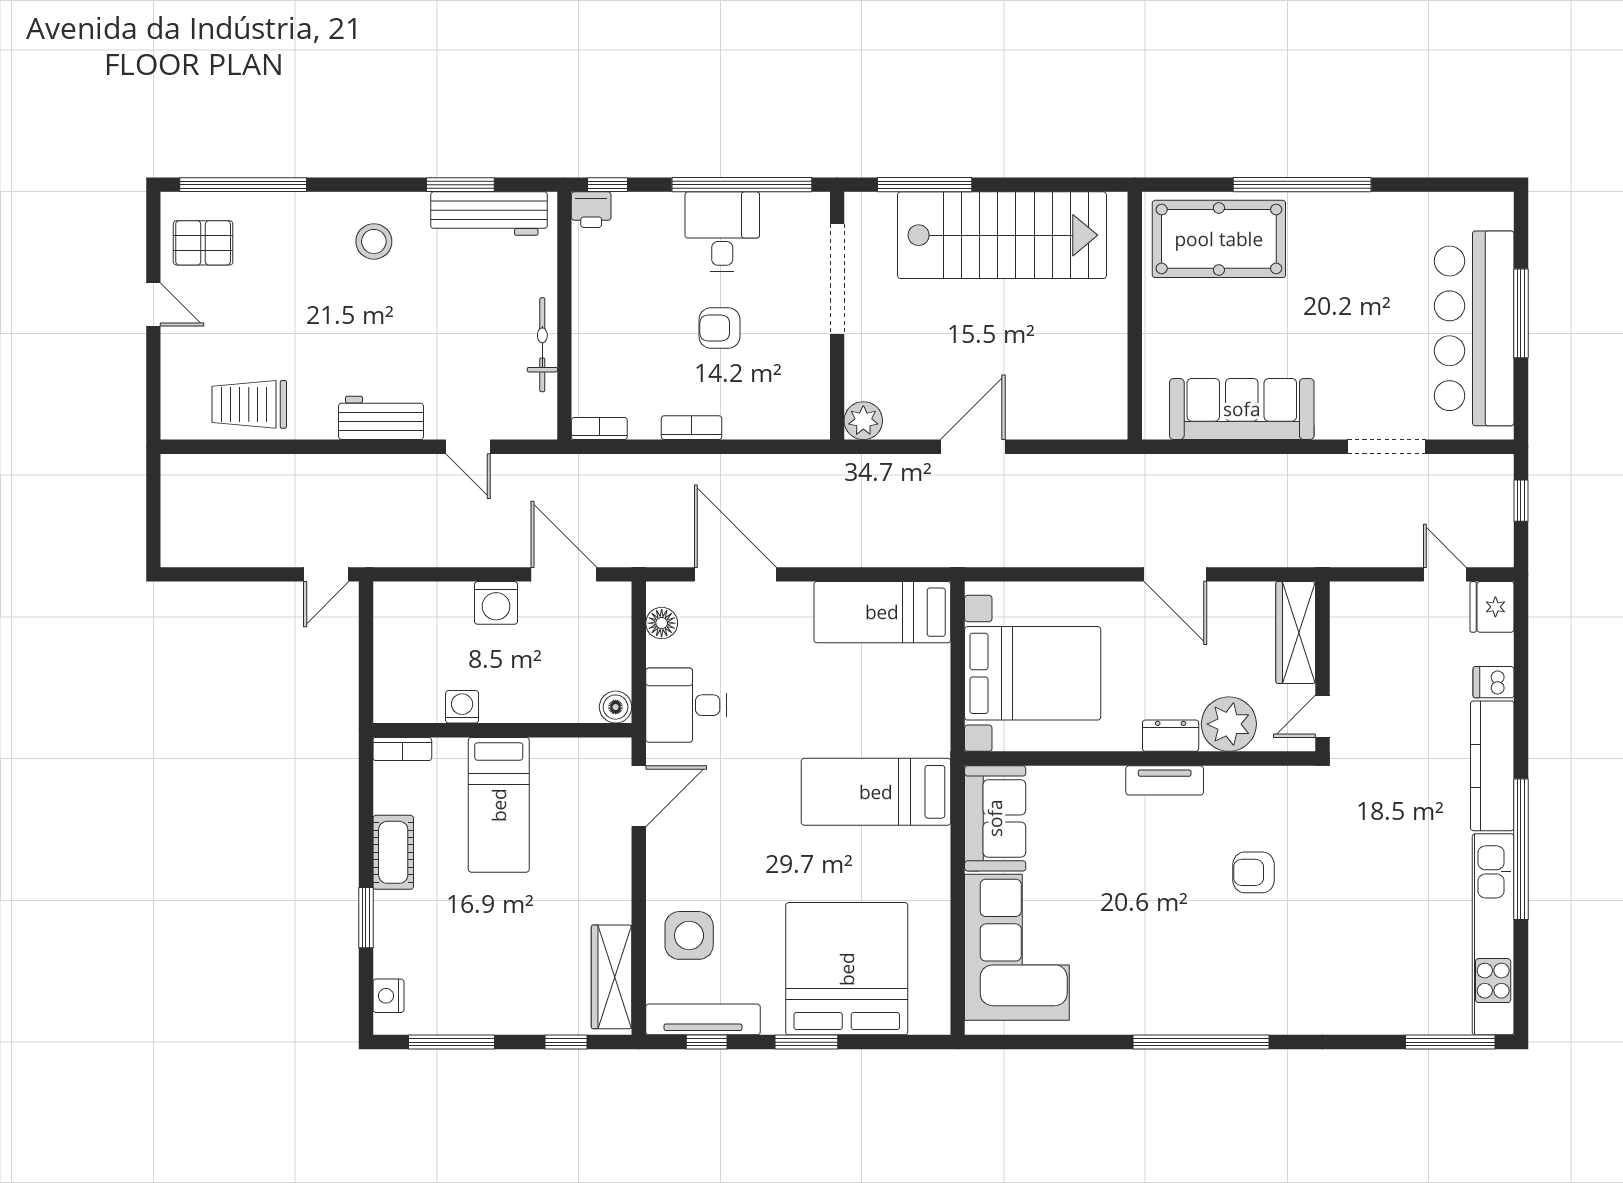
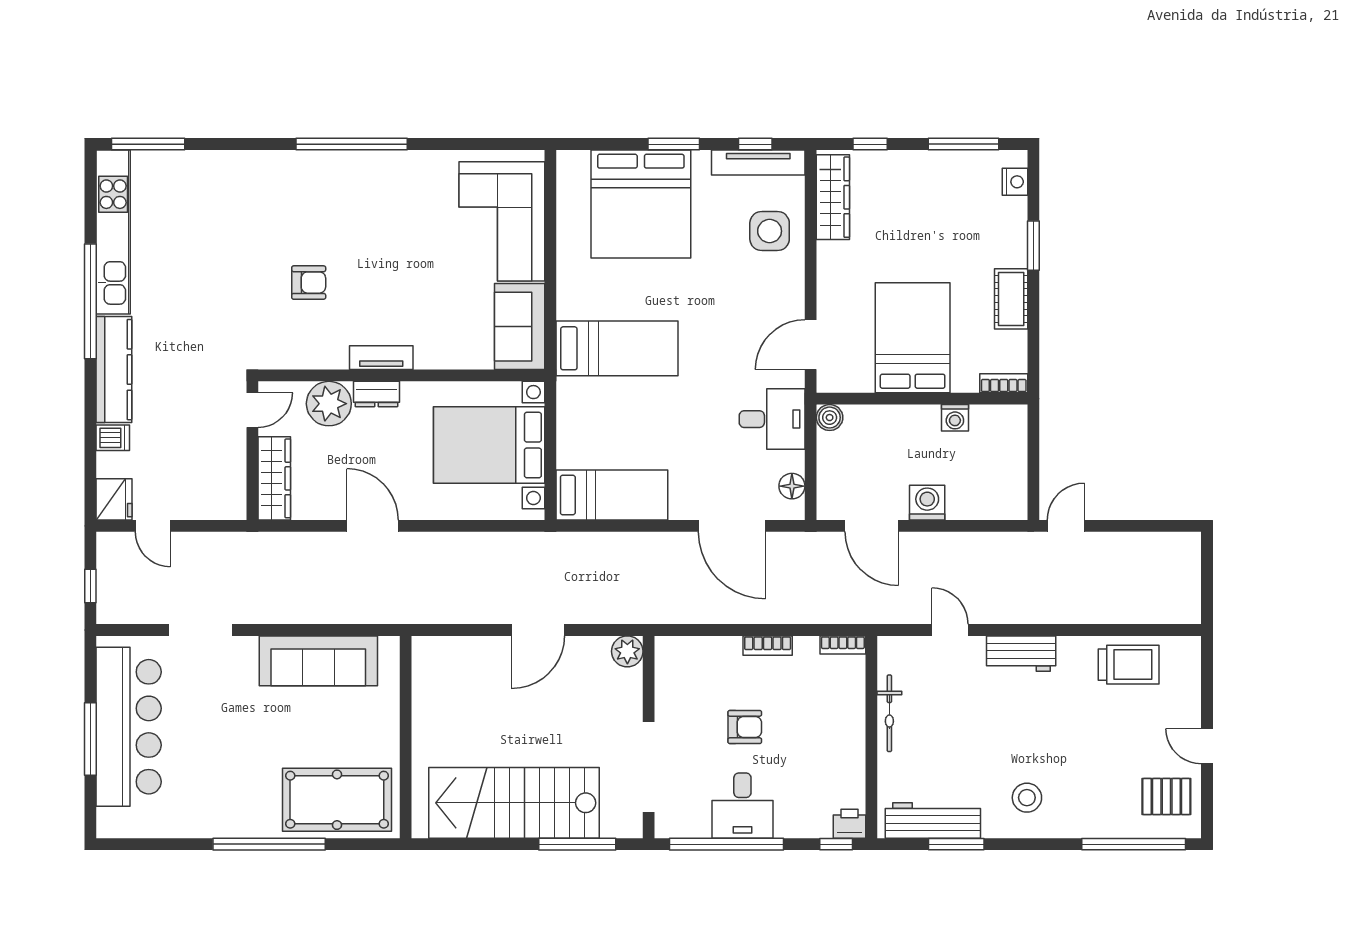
bed: (499, 805) -> (913, 338), width x1.50

